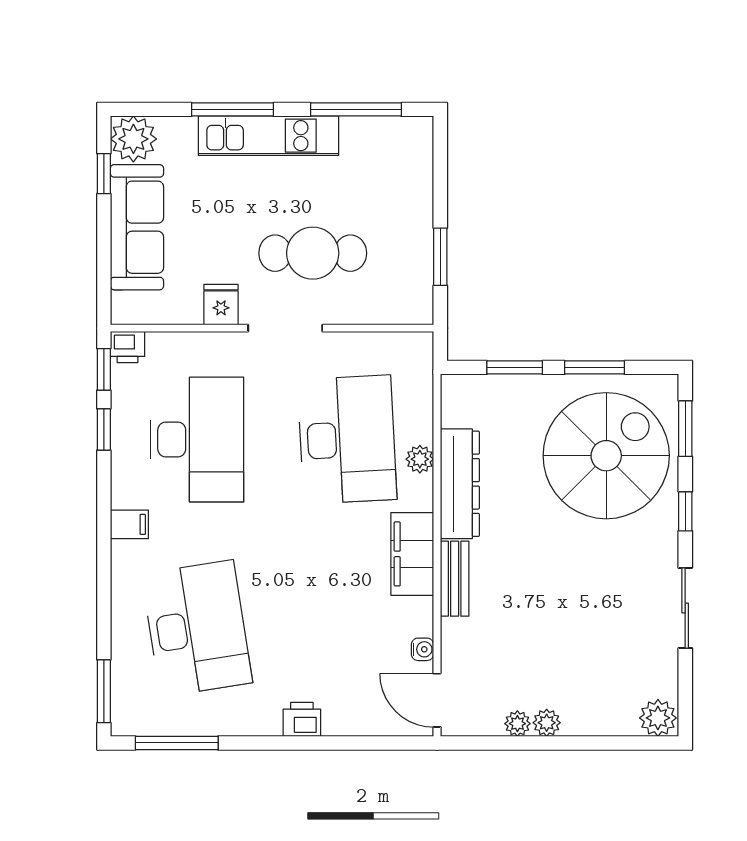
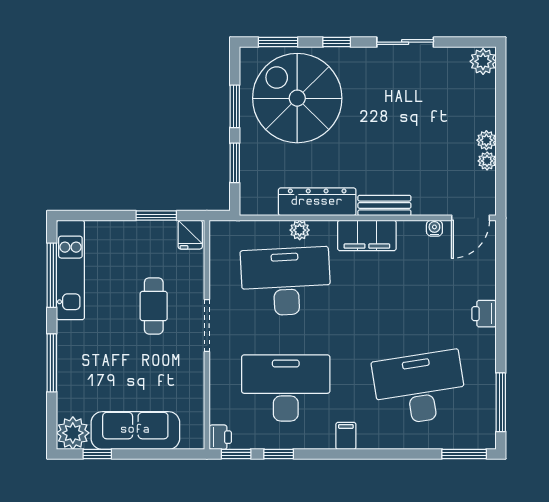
kitchen unit: (269, 136) -> (70, 270), moved
cafe table: (313, 253) -> (154, 306), width x0.73, depth x0.74
fridge: (221, 305) -> (190, 235), moved, turned -90

